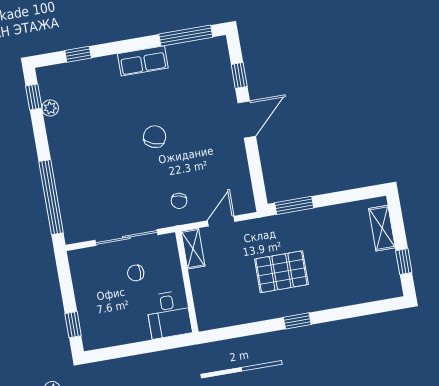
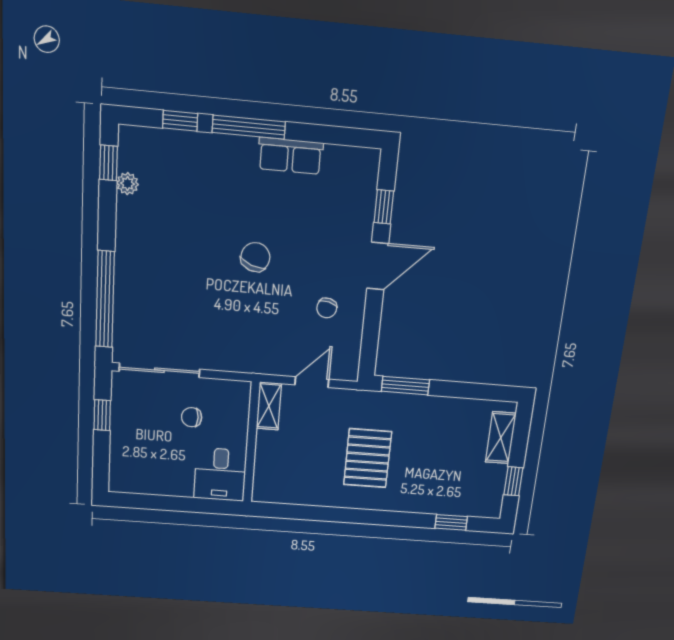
window: (186, 36) -> (249, 127), moved
row of seats: (143, 61) -> (290, 156), moved
chair: (179, 201) -> (327, 308), moved
sliding door: (126, 238) -> (159, 370), moved
pallet: (281, 272) -> (368, 458), turned 90
window: (297, 321) -> (451, 522), moved
window: (73, 325) -> (102, 415), moved

